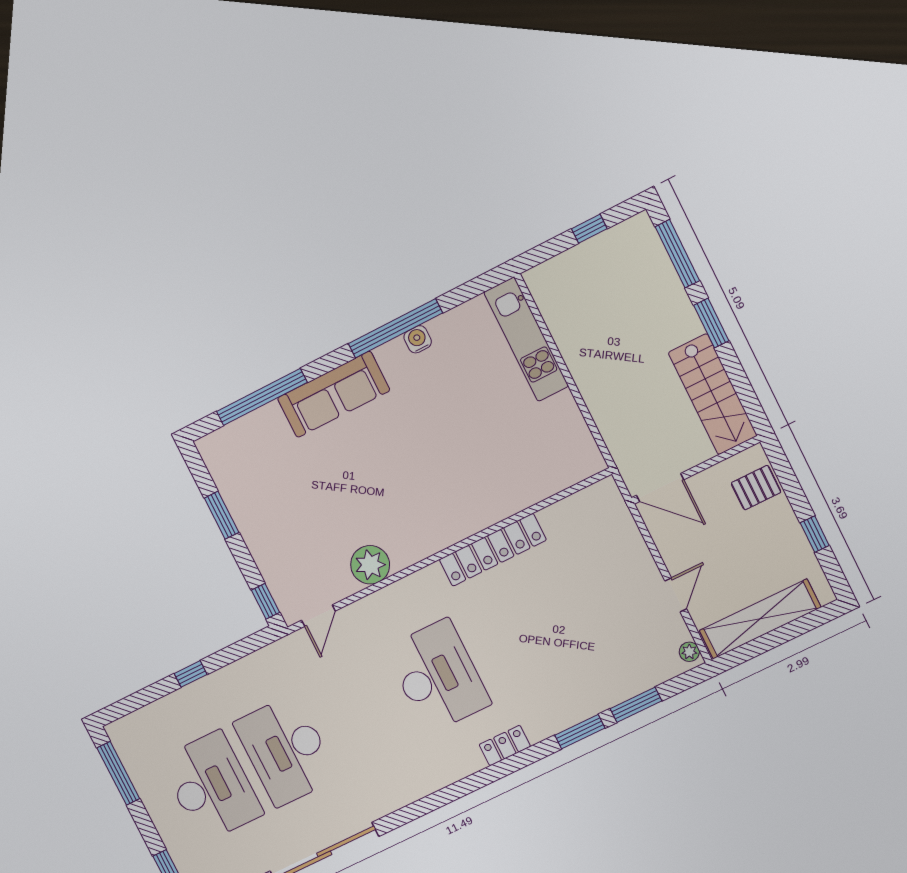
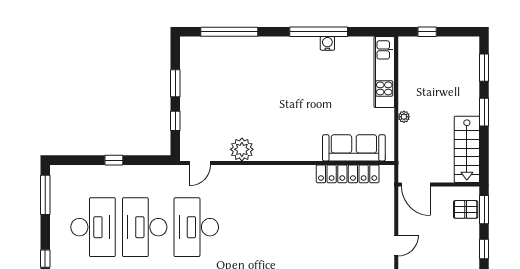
window: (589, 229) -> (427, 32), moved
window: (677, 254) -> (484, 68), width x0.69
plant: (590, 393) -> (404, 117), added
sofa: (334, 394) -> (354, 148), moved, turned 180
window: (785, 474) -> (484, 210), added
locker: (493, 550) -> (348, 174), moved
window: (265, 601) -> (175, 121), moved
desk: (438, 676) -> (196, 227), moved, turned 180

